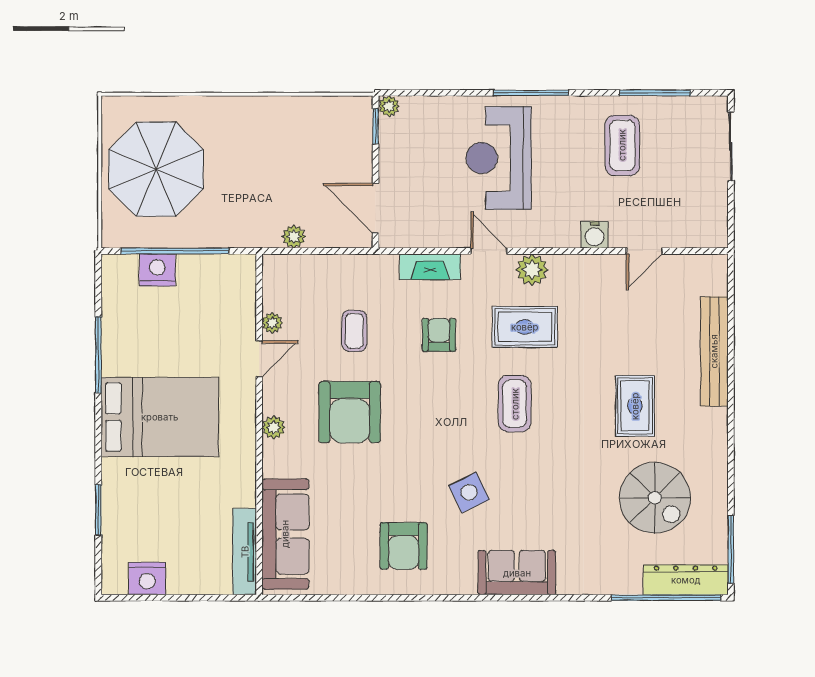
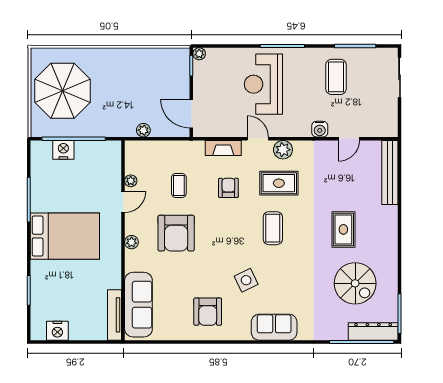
bench: (714, 351) -> (390, 172), moved

